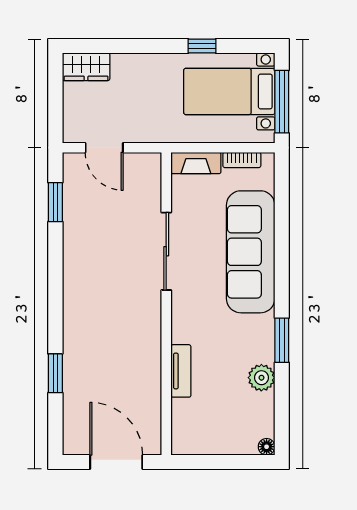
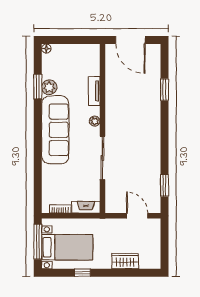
wardrobe: (86, 67) -> (125, 261), moved
sofa: (251, 252) -> (55, 130), moved
plant: (180, 317) -> (95, 121), added
window: (282, 340) -> (38, 87), moved

